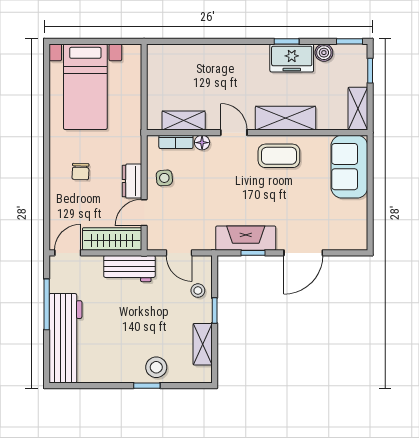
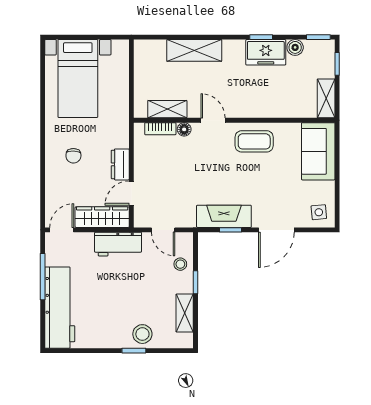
shelving: (286, 118) -> (194, 50), moved
side table: (164, 178) -> (319, 212), moved

